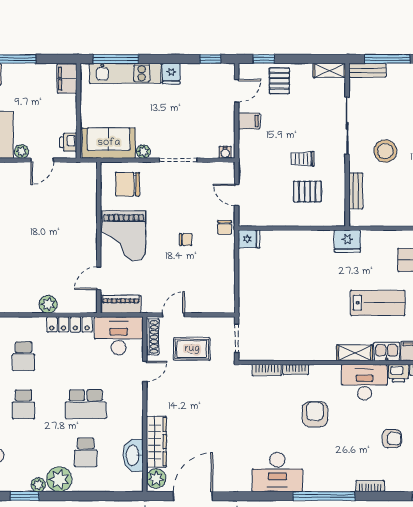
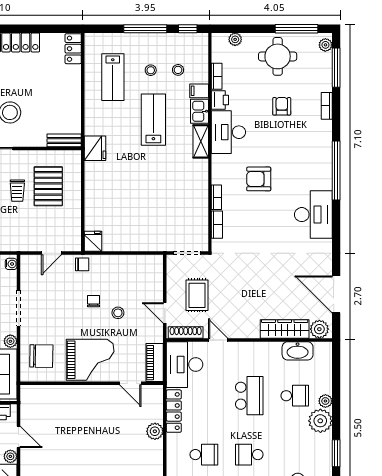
chair: (128, 184) -> (41, 356), turned -89
bench: (356, 191) -> (64, 140), moved
pallet: (307, 192) -> (48, 186), width x1.50, depth x1.42
stool: (173, 265) -> (118, 313), added
school desk: (23, 404) -> (249, 455), turned 180
plant: (38, 485) -> (325, 401), moved
bookcase: (370, 486) -> (327, 106), moved

